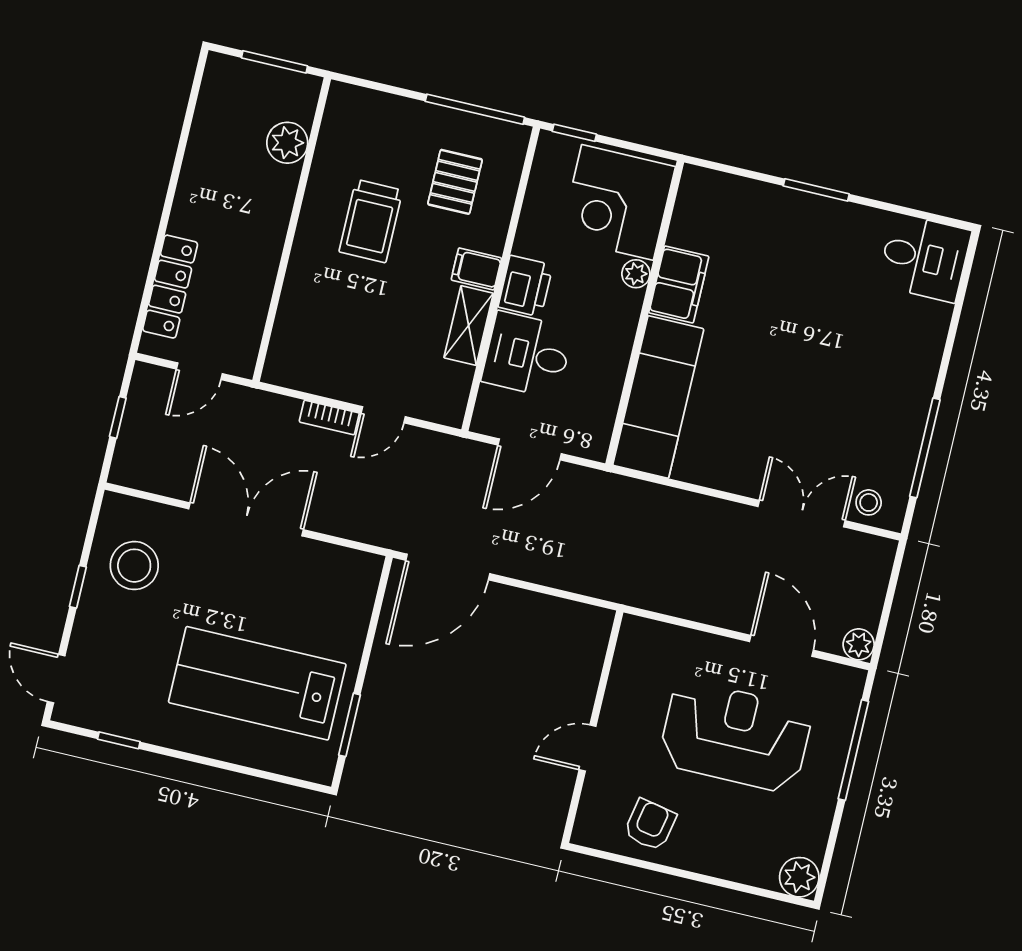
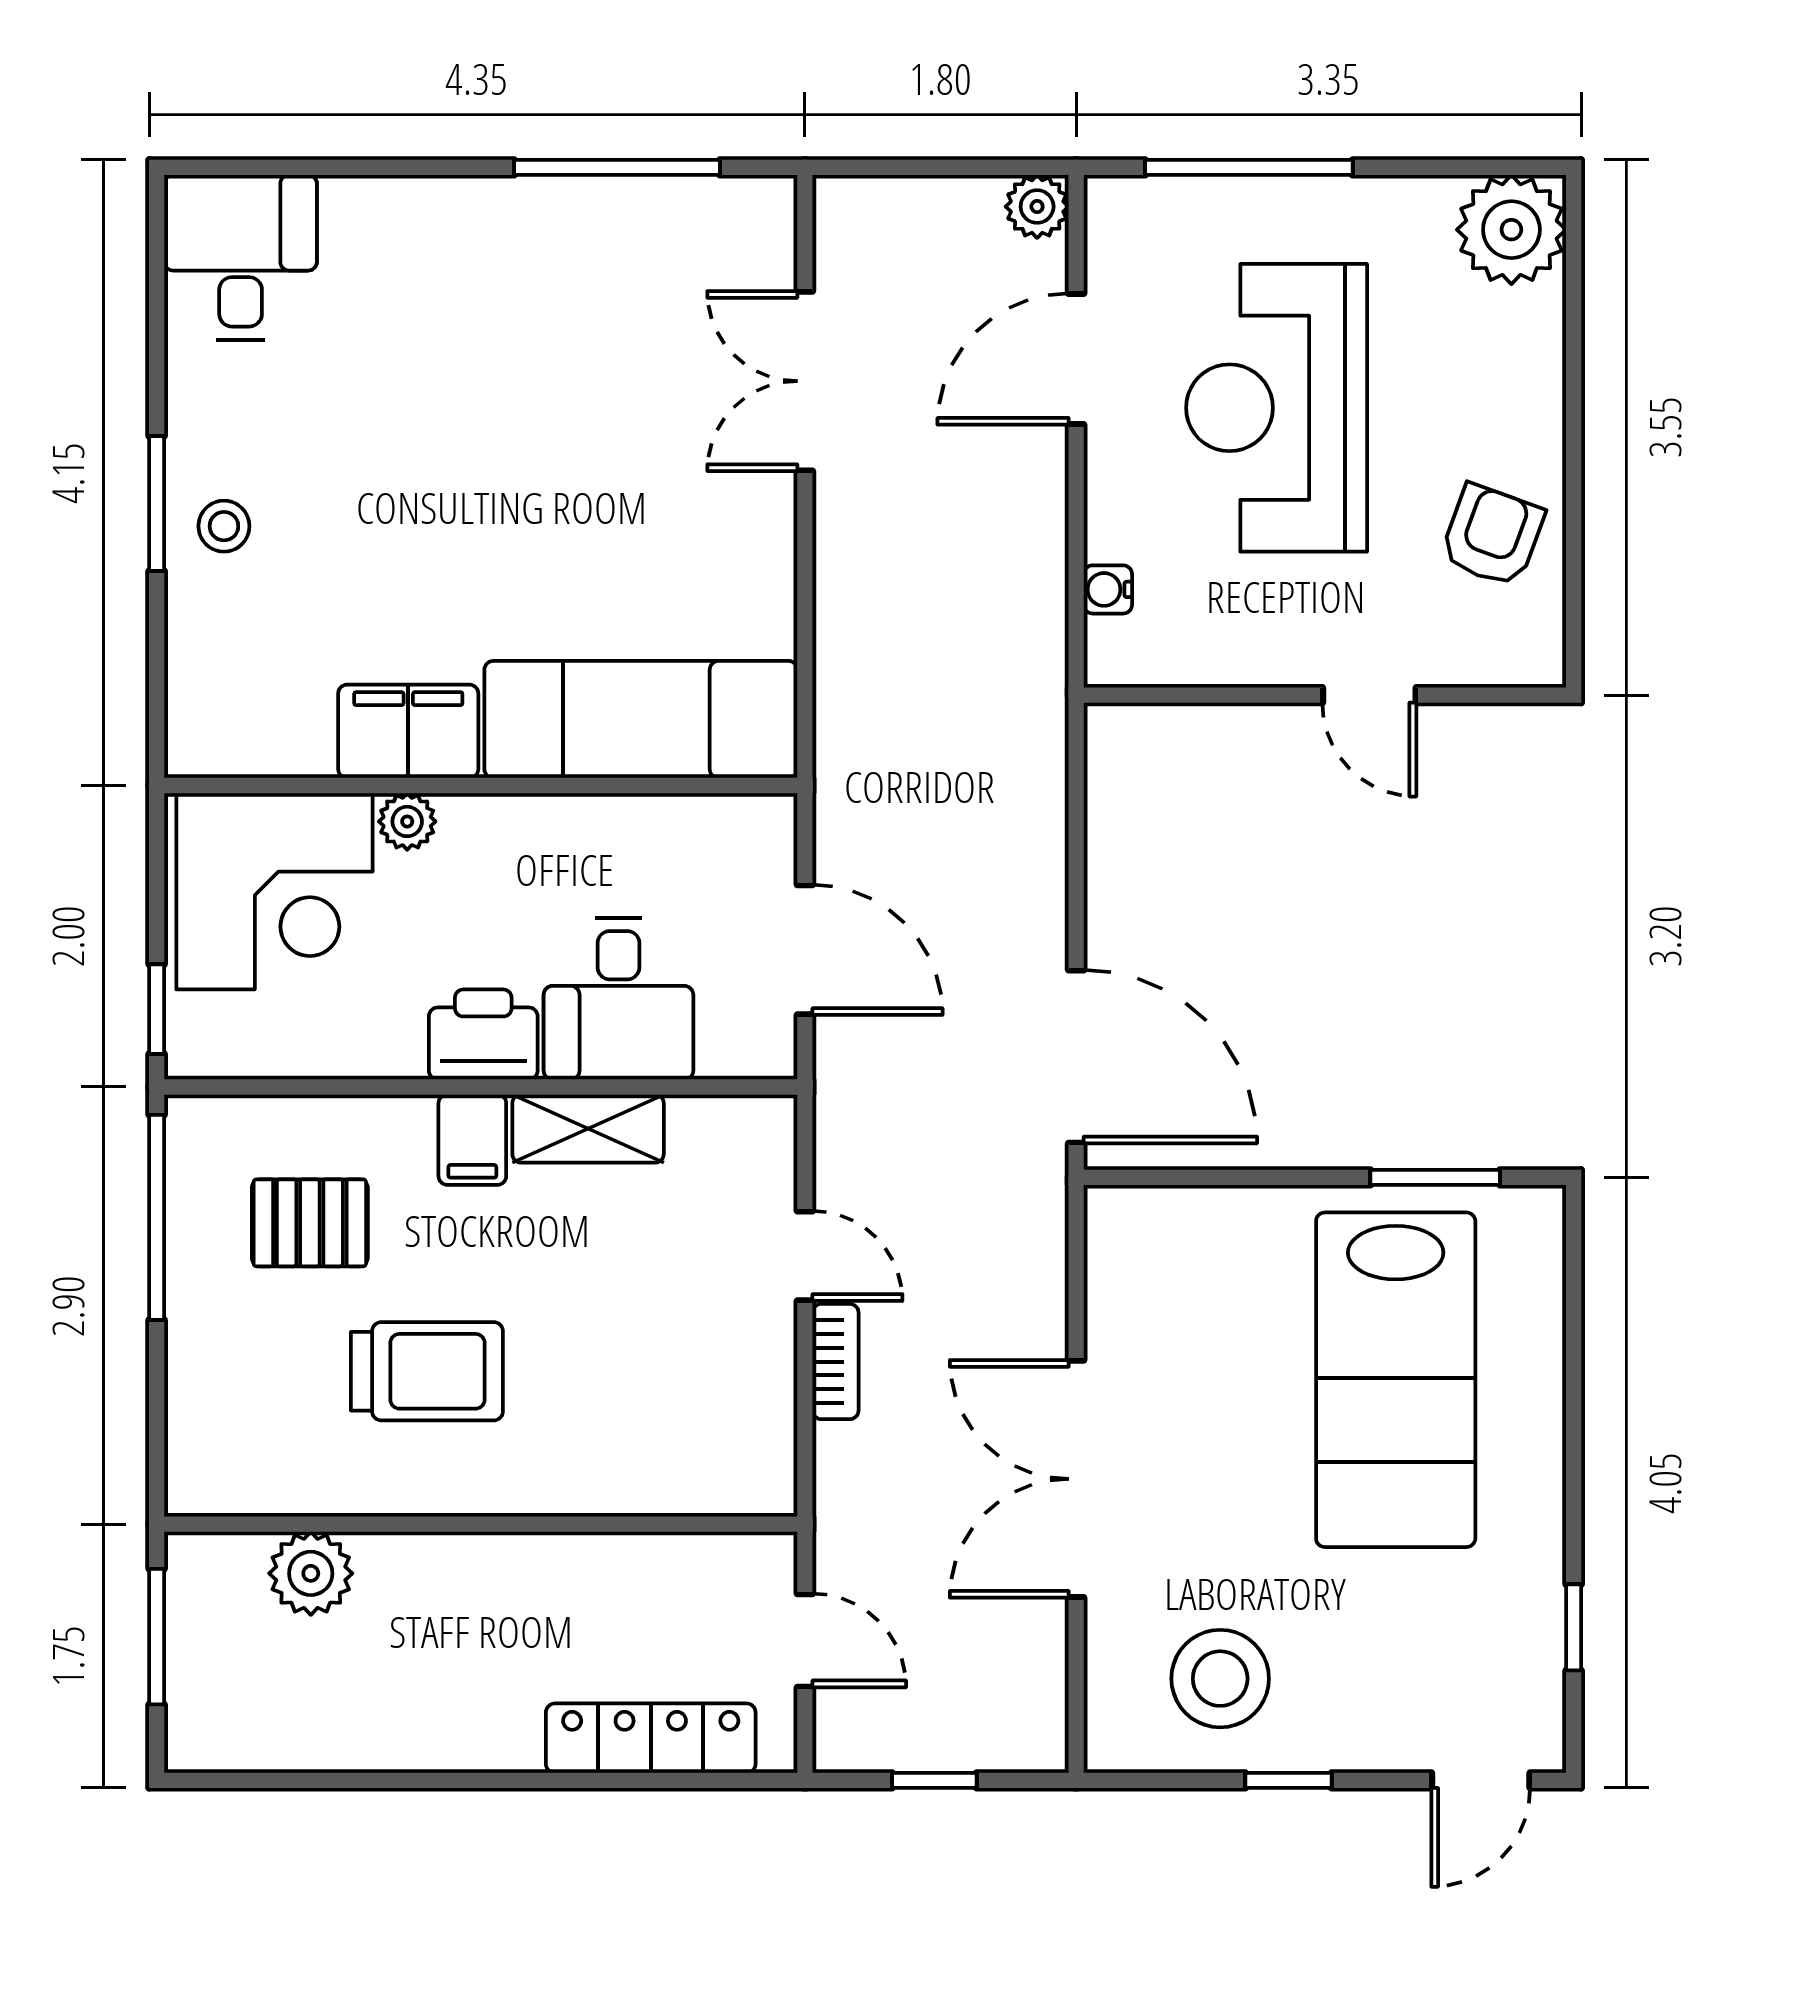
stool: (869, 502) -> (224, 526), moved
water cooler: (668, 635) -> (1108, 589), added
armchair: (650, 825) -> (1492, 535), turned 99
plant: (799, 877) -> (1511, 230), width x1.36, depth x1.36

